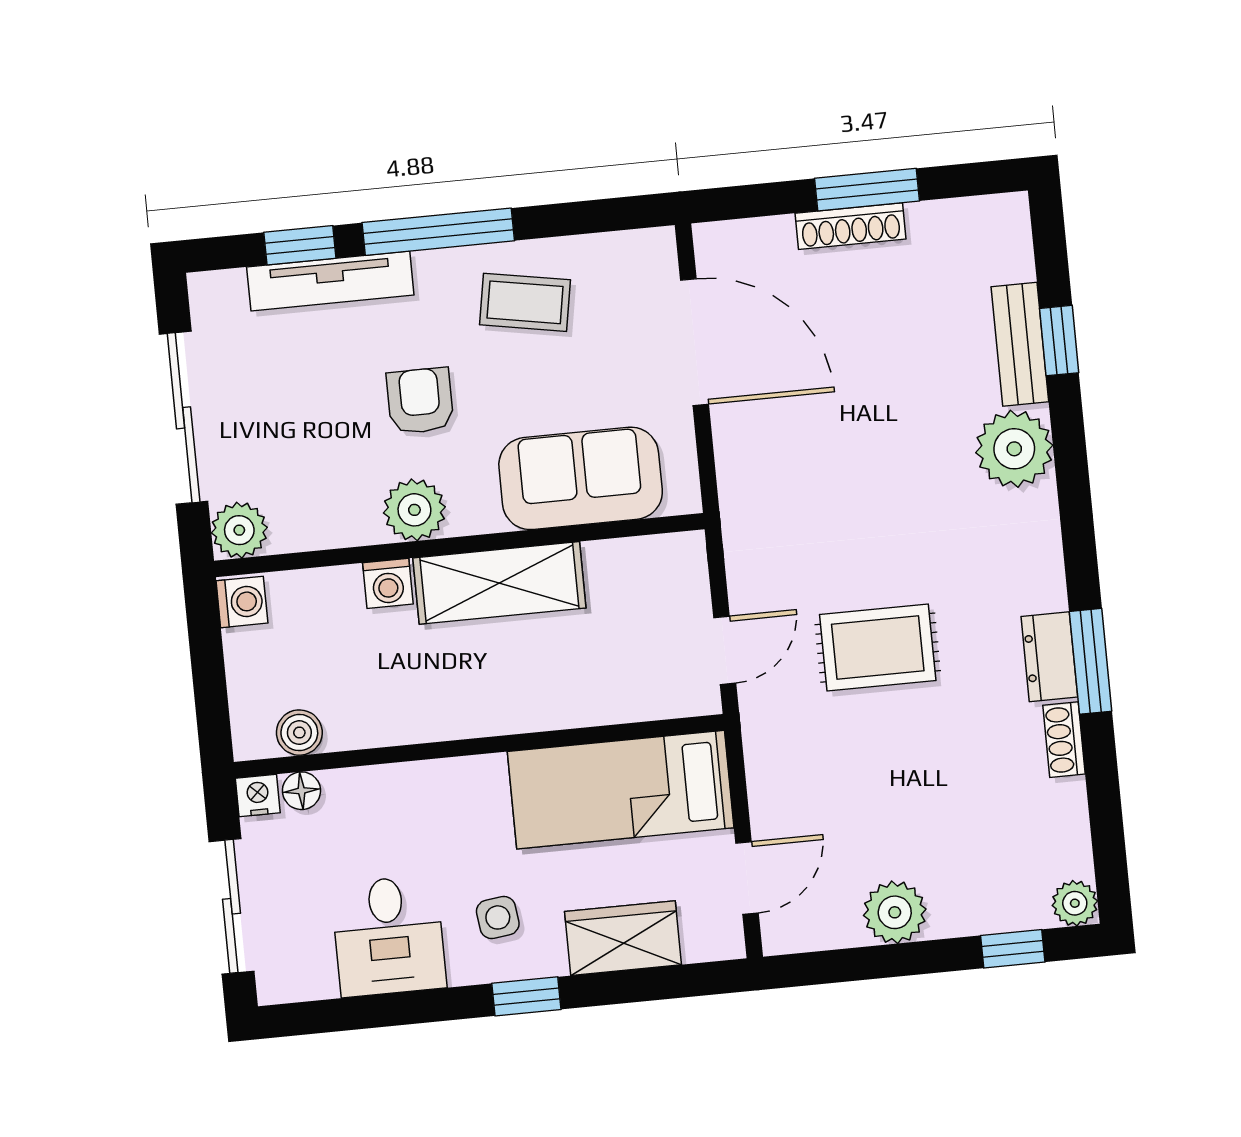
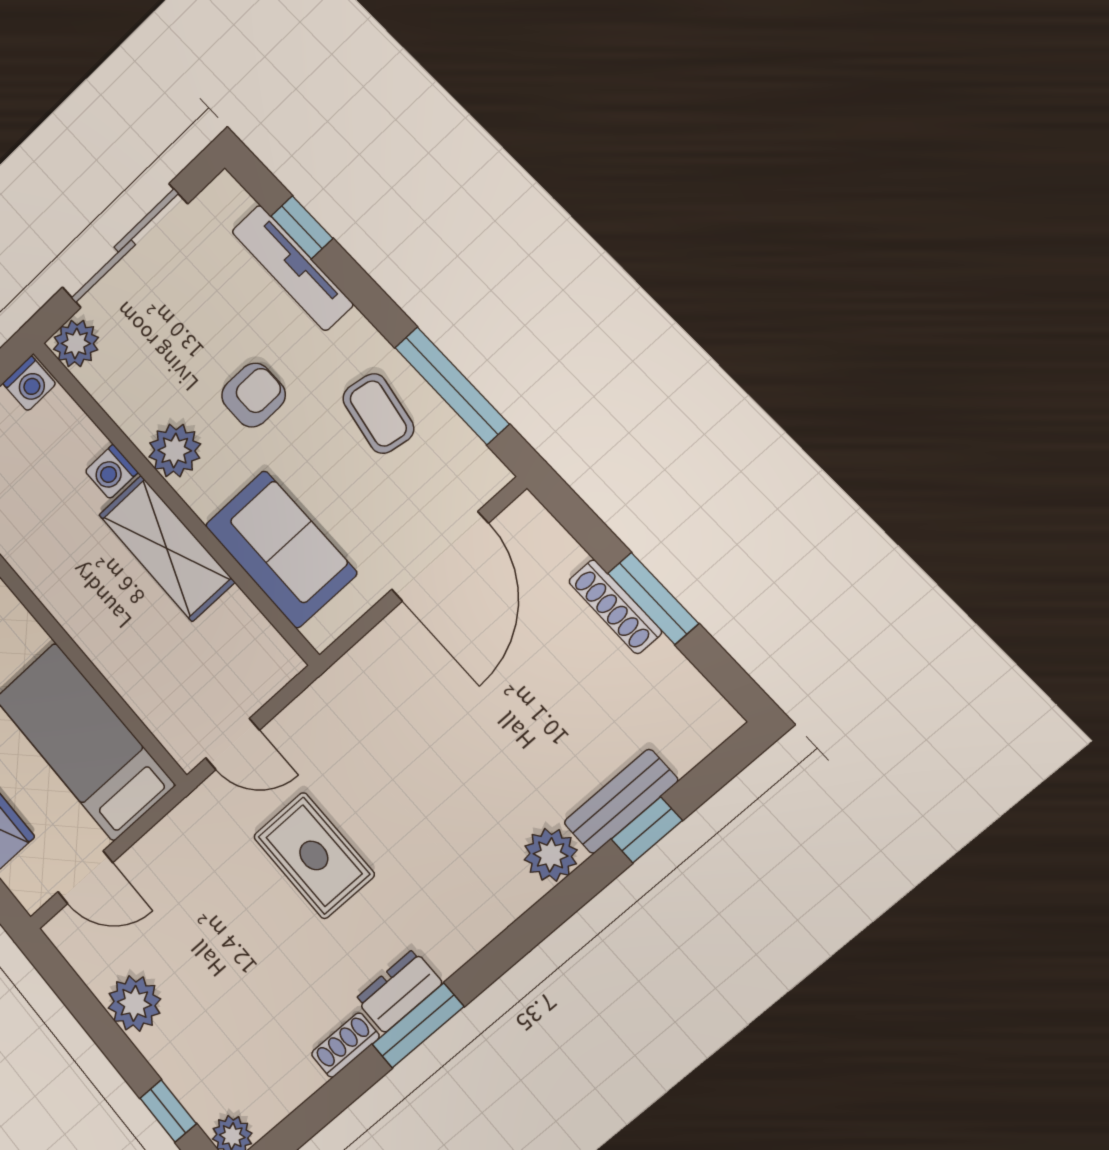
window: (438, 232) -> (452, 386), moved
plant: (1014, 449) -> (551, 855), width x0.73, depth x0.73

